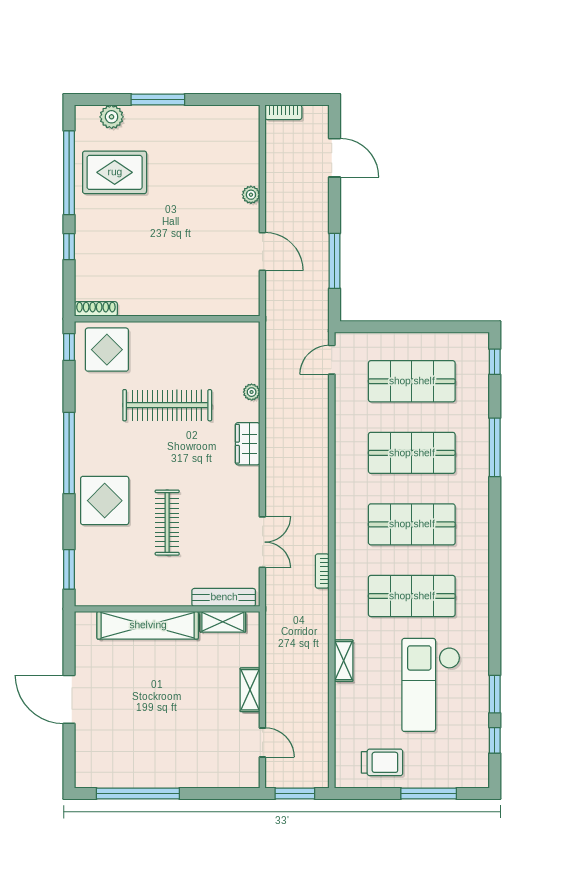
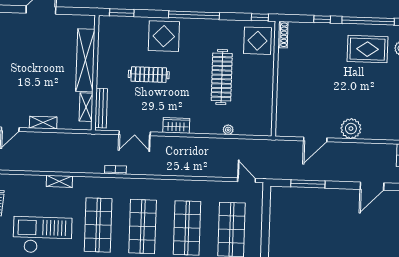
rug: (115, 172) -> (367, 49), turned 90
plant: (251, 195) -> (351, 129), width x1.88, depth x1.88
wardrobe: (248, 444) -> (176, 125), moved

